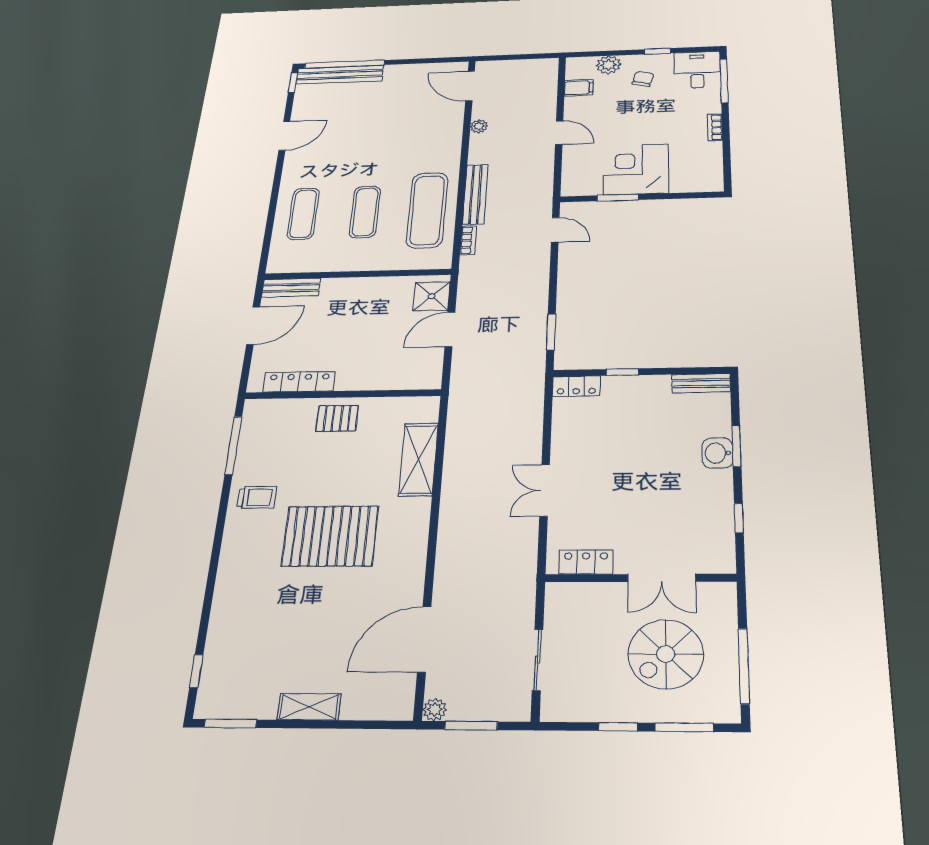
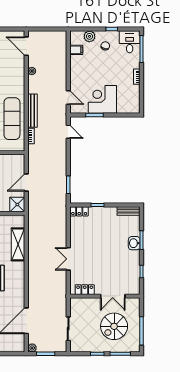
door: (559, 133) -> (68, 98), moved
shower: (432, 296) -> (17, 204), moved

